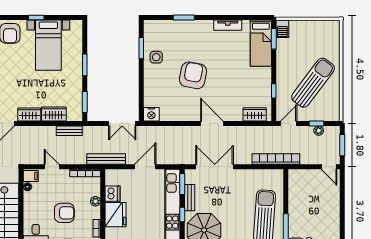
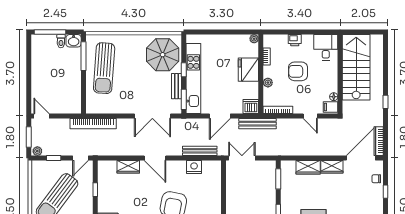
nightstand: (151, 114) -> (194, 167), moved
wardrobe: (255, 114) -> (128, 167), moved
bench: (69, 131) -> (200, 151), moved, width x1.36
plant: (319, 131) -> (37, 151), moved
dishwasher: (112, 194) -> (251, 107), moved, turned 90

